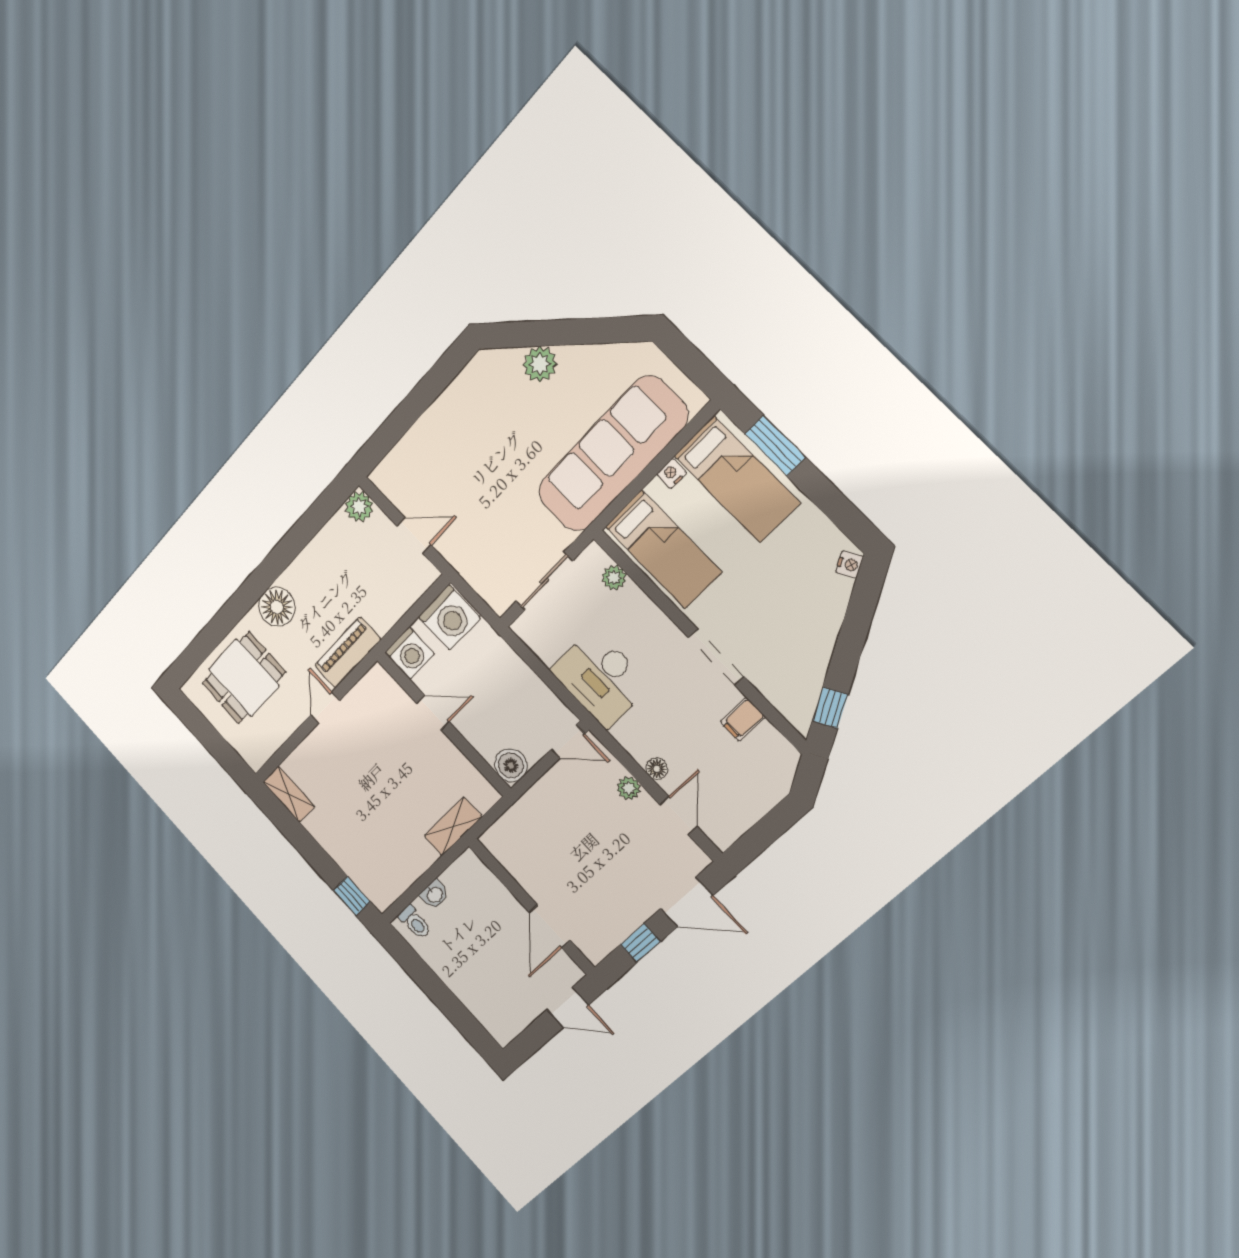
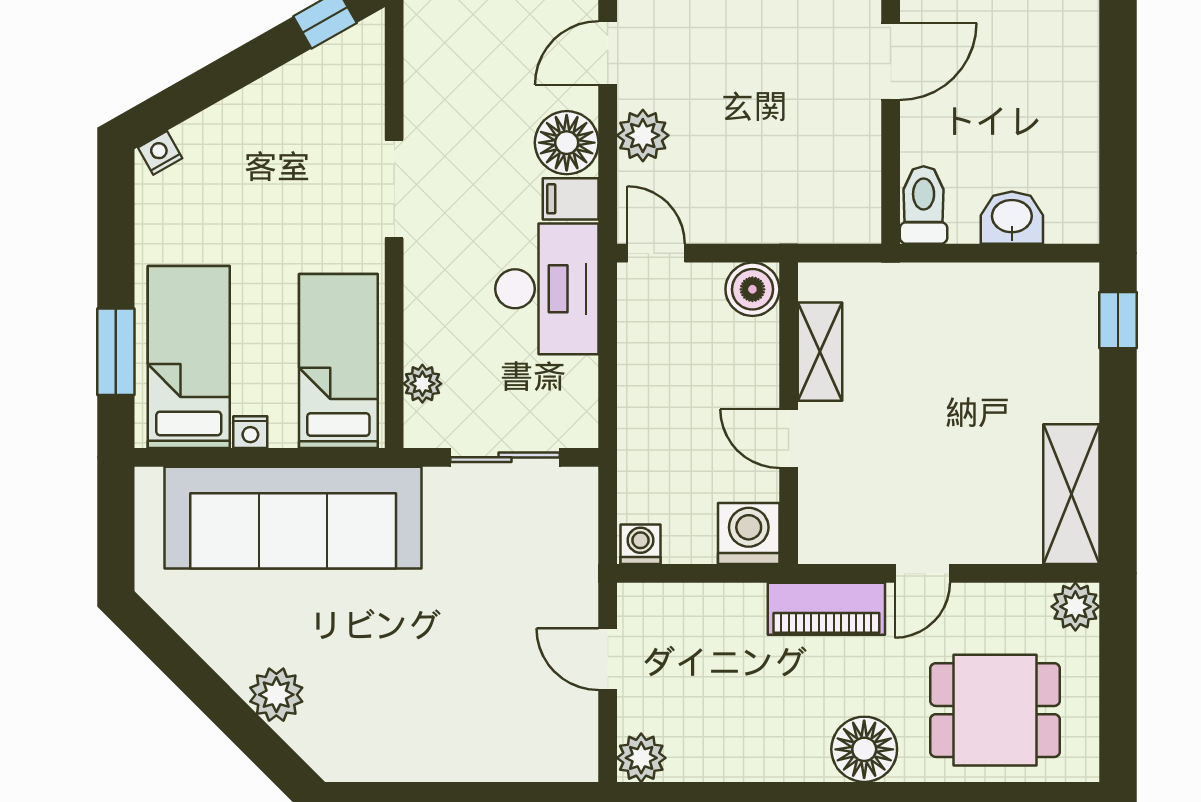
washing machine: (449, 617) -> (640, 544), width x0.53, depth x0.53
filing cabinet: (743, 720) -> (571, 199), moved, turned 180
plant: (255, 754) -> (1075, 607), added
floor lamp: (657, 769) -> (567, 143), width x1.89, depth x1.89
plant: (629, 788) -> (643, 135), width x1.38, depth x1.38
shelving: (289, 794) -> (1071, 494), width x1.50, depth x1.33
shelving: (453, 826) -> (820, 352), moved, turned 90
washbasin: (435, 895) -> (1012, 218), width x1.38, depth x1.45
toilet: (415, 922) -> (924, 205), moved, width x1.37, depth x1.39

